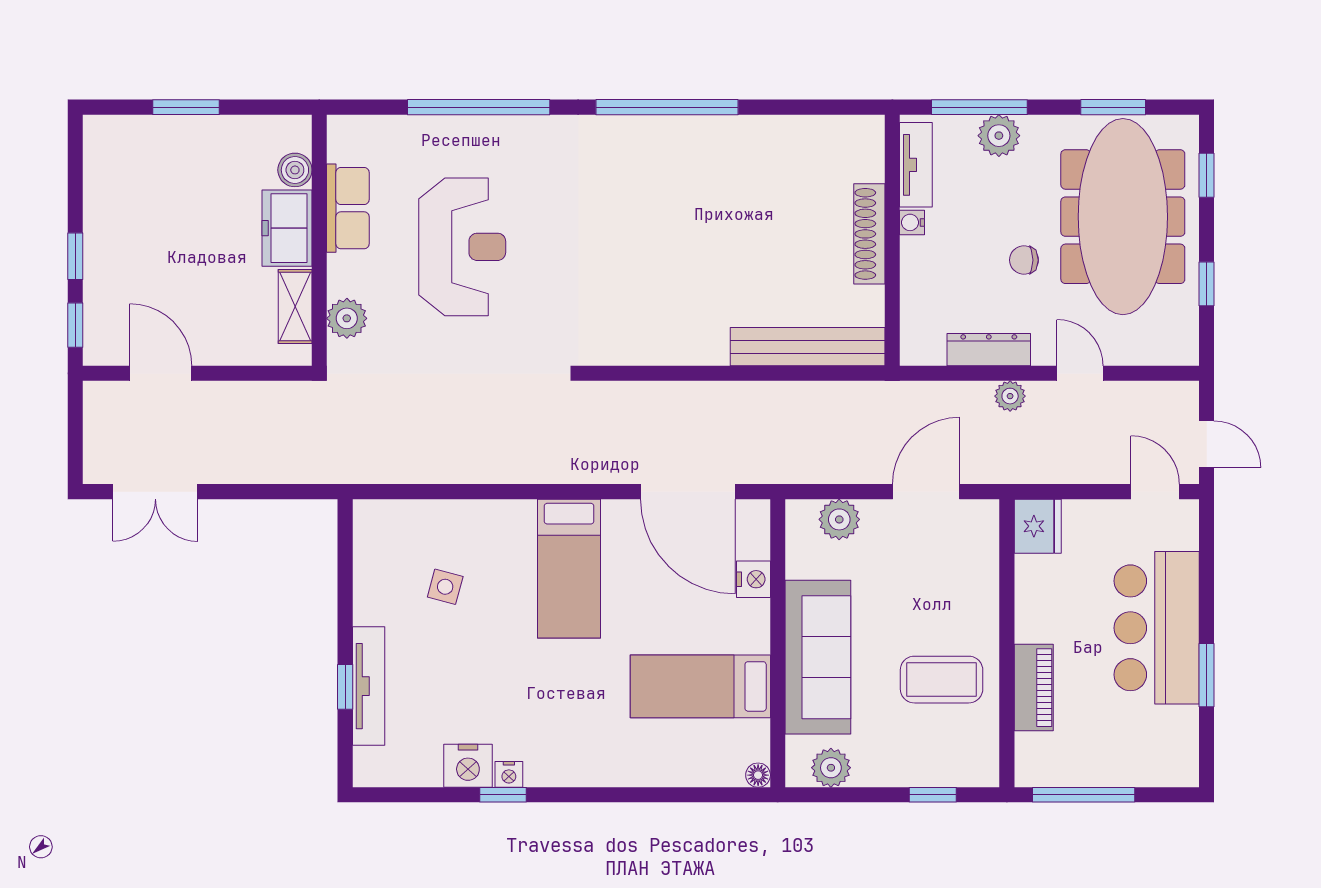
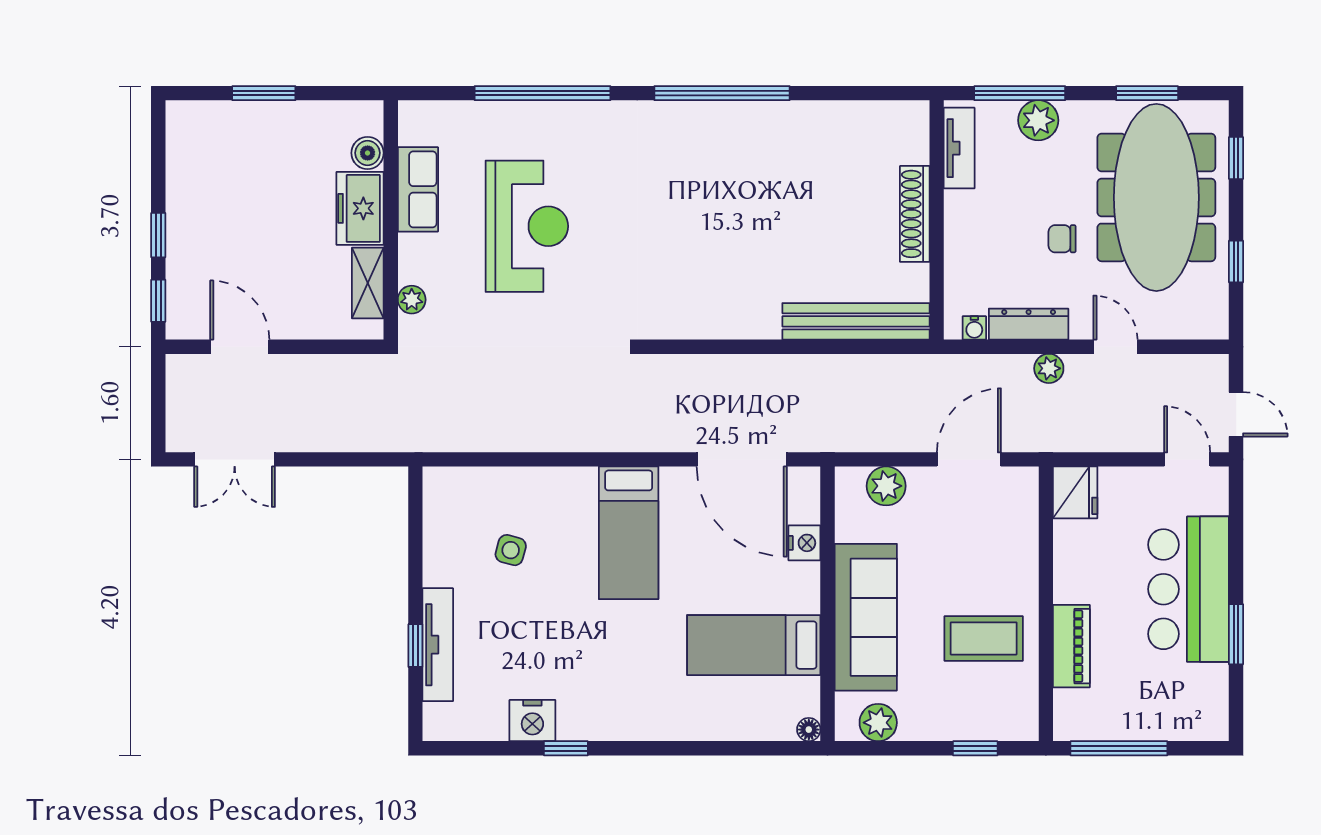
water cooler: (912, 222) -> (974, 328), moved, turned -90
plant: (347, 318) -> (412, 300), width x0.73, depth x0.73
nightstand: (509, 774) -> (571, 729), removed

